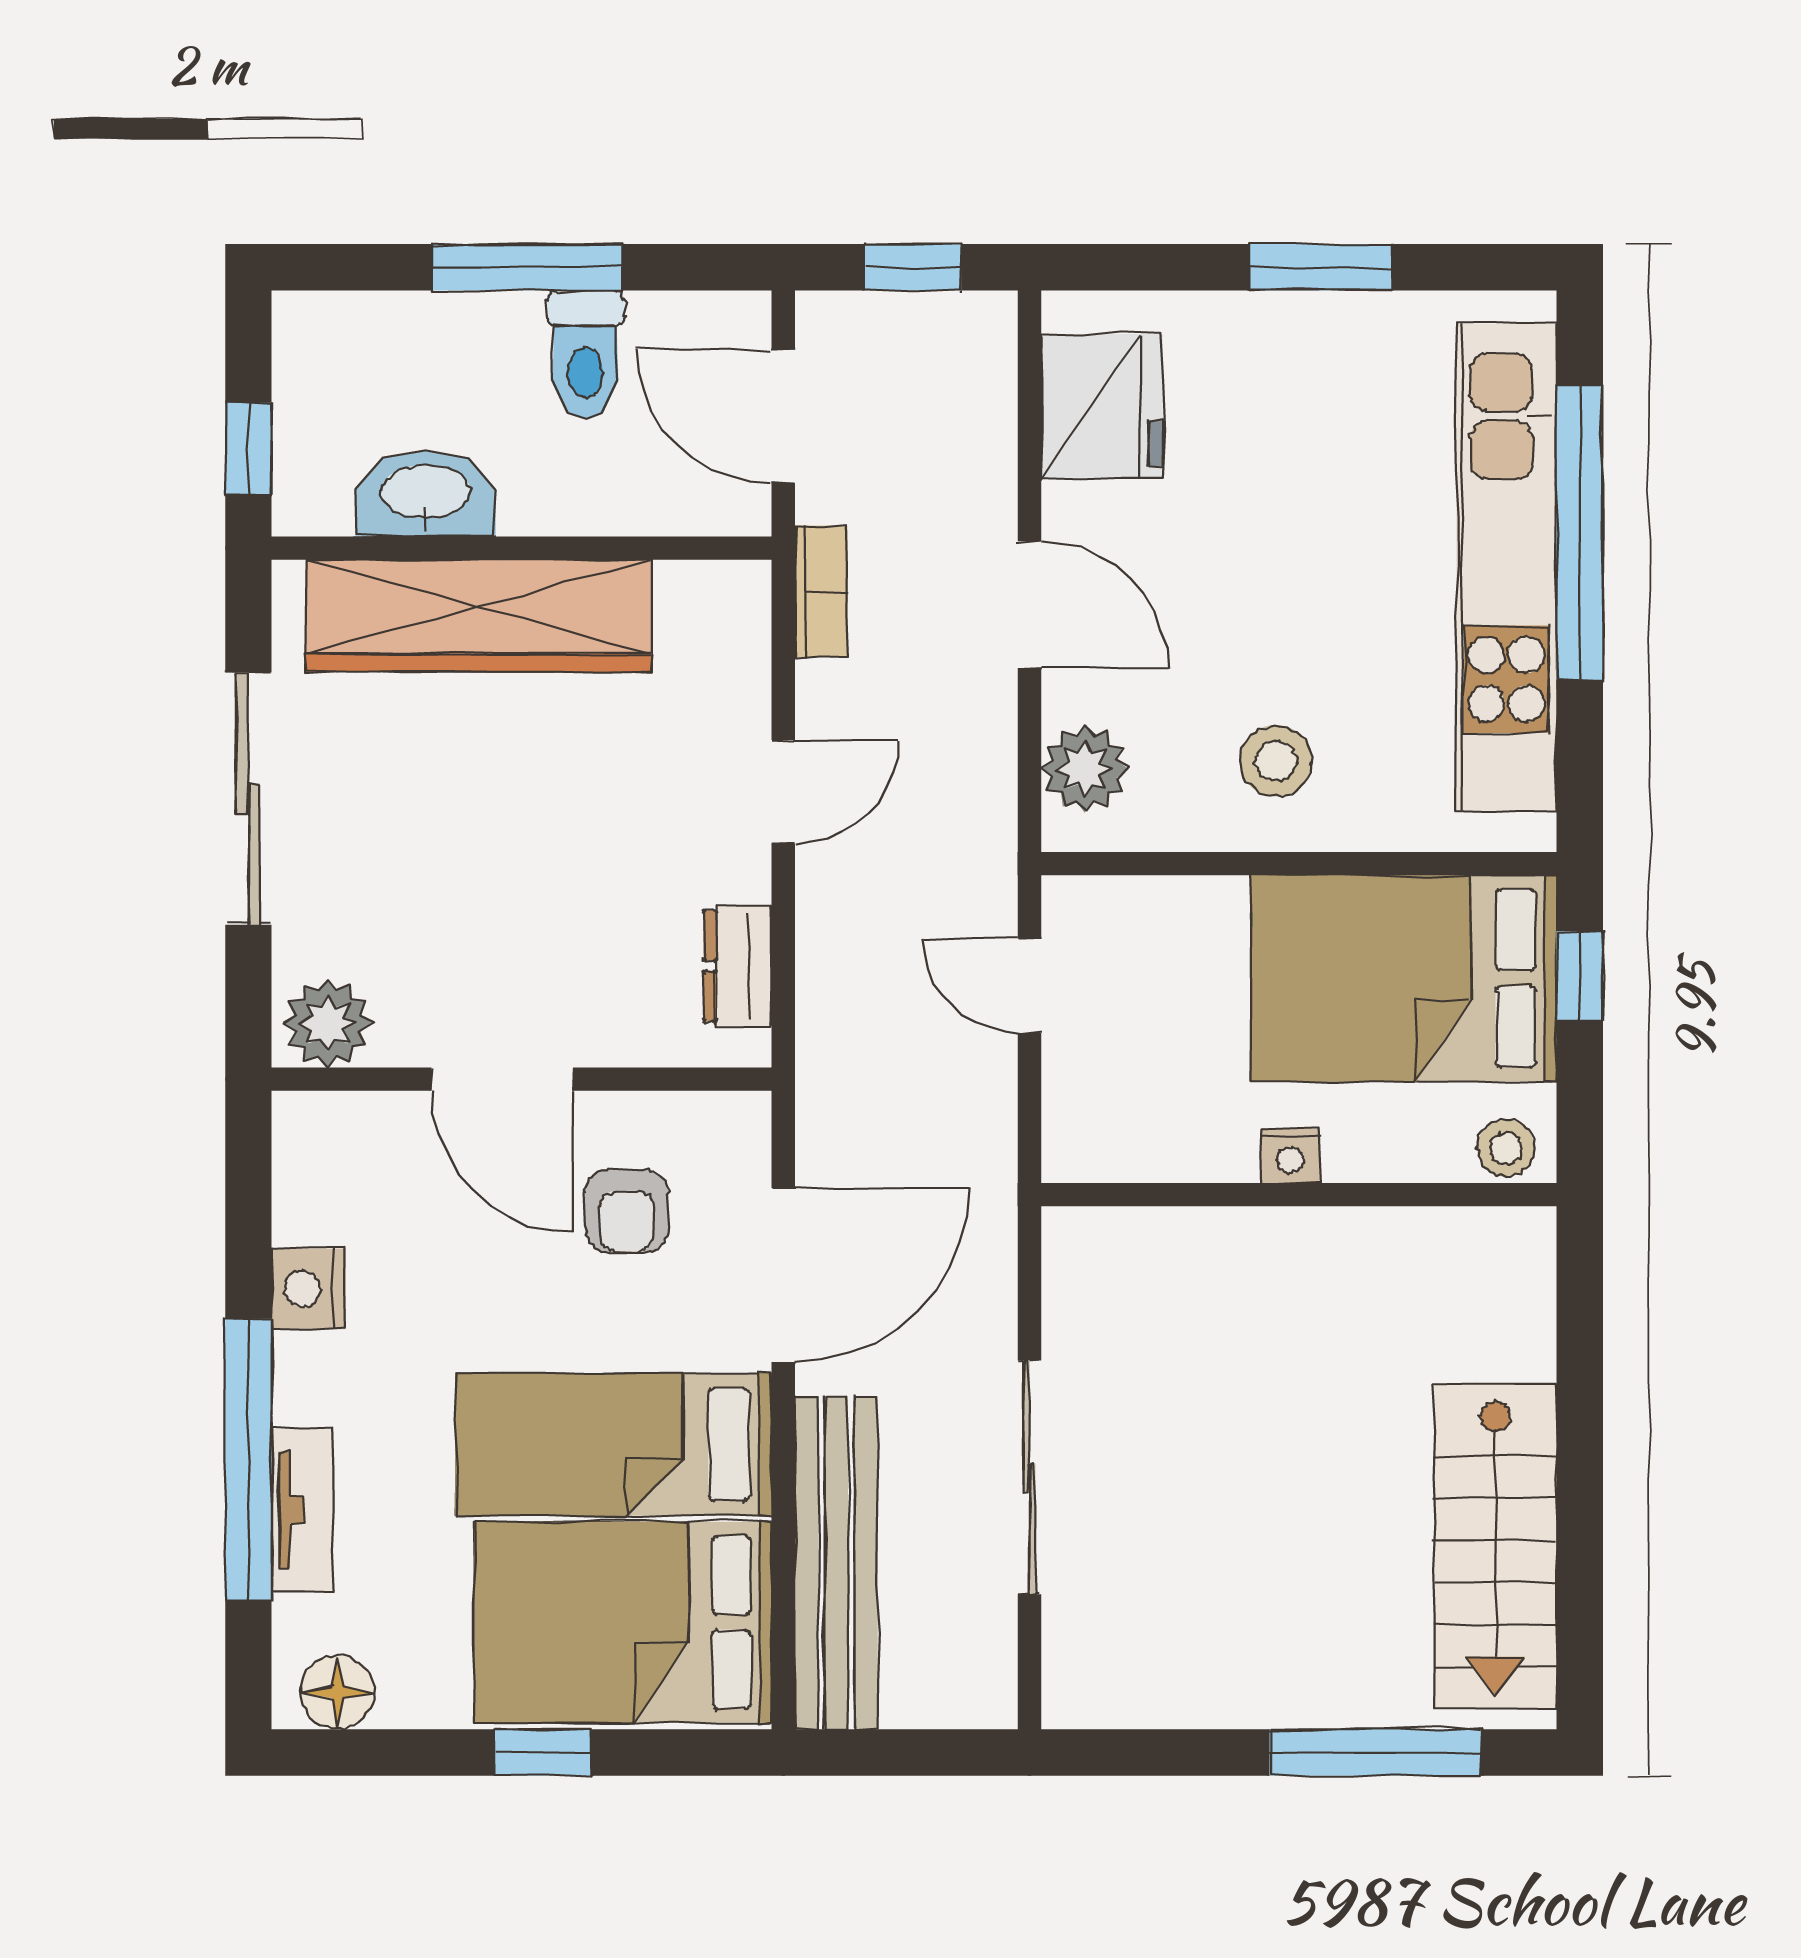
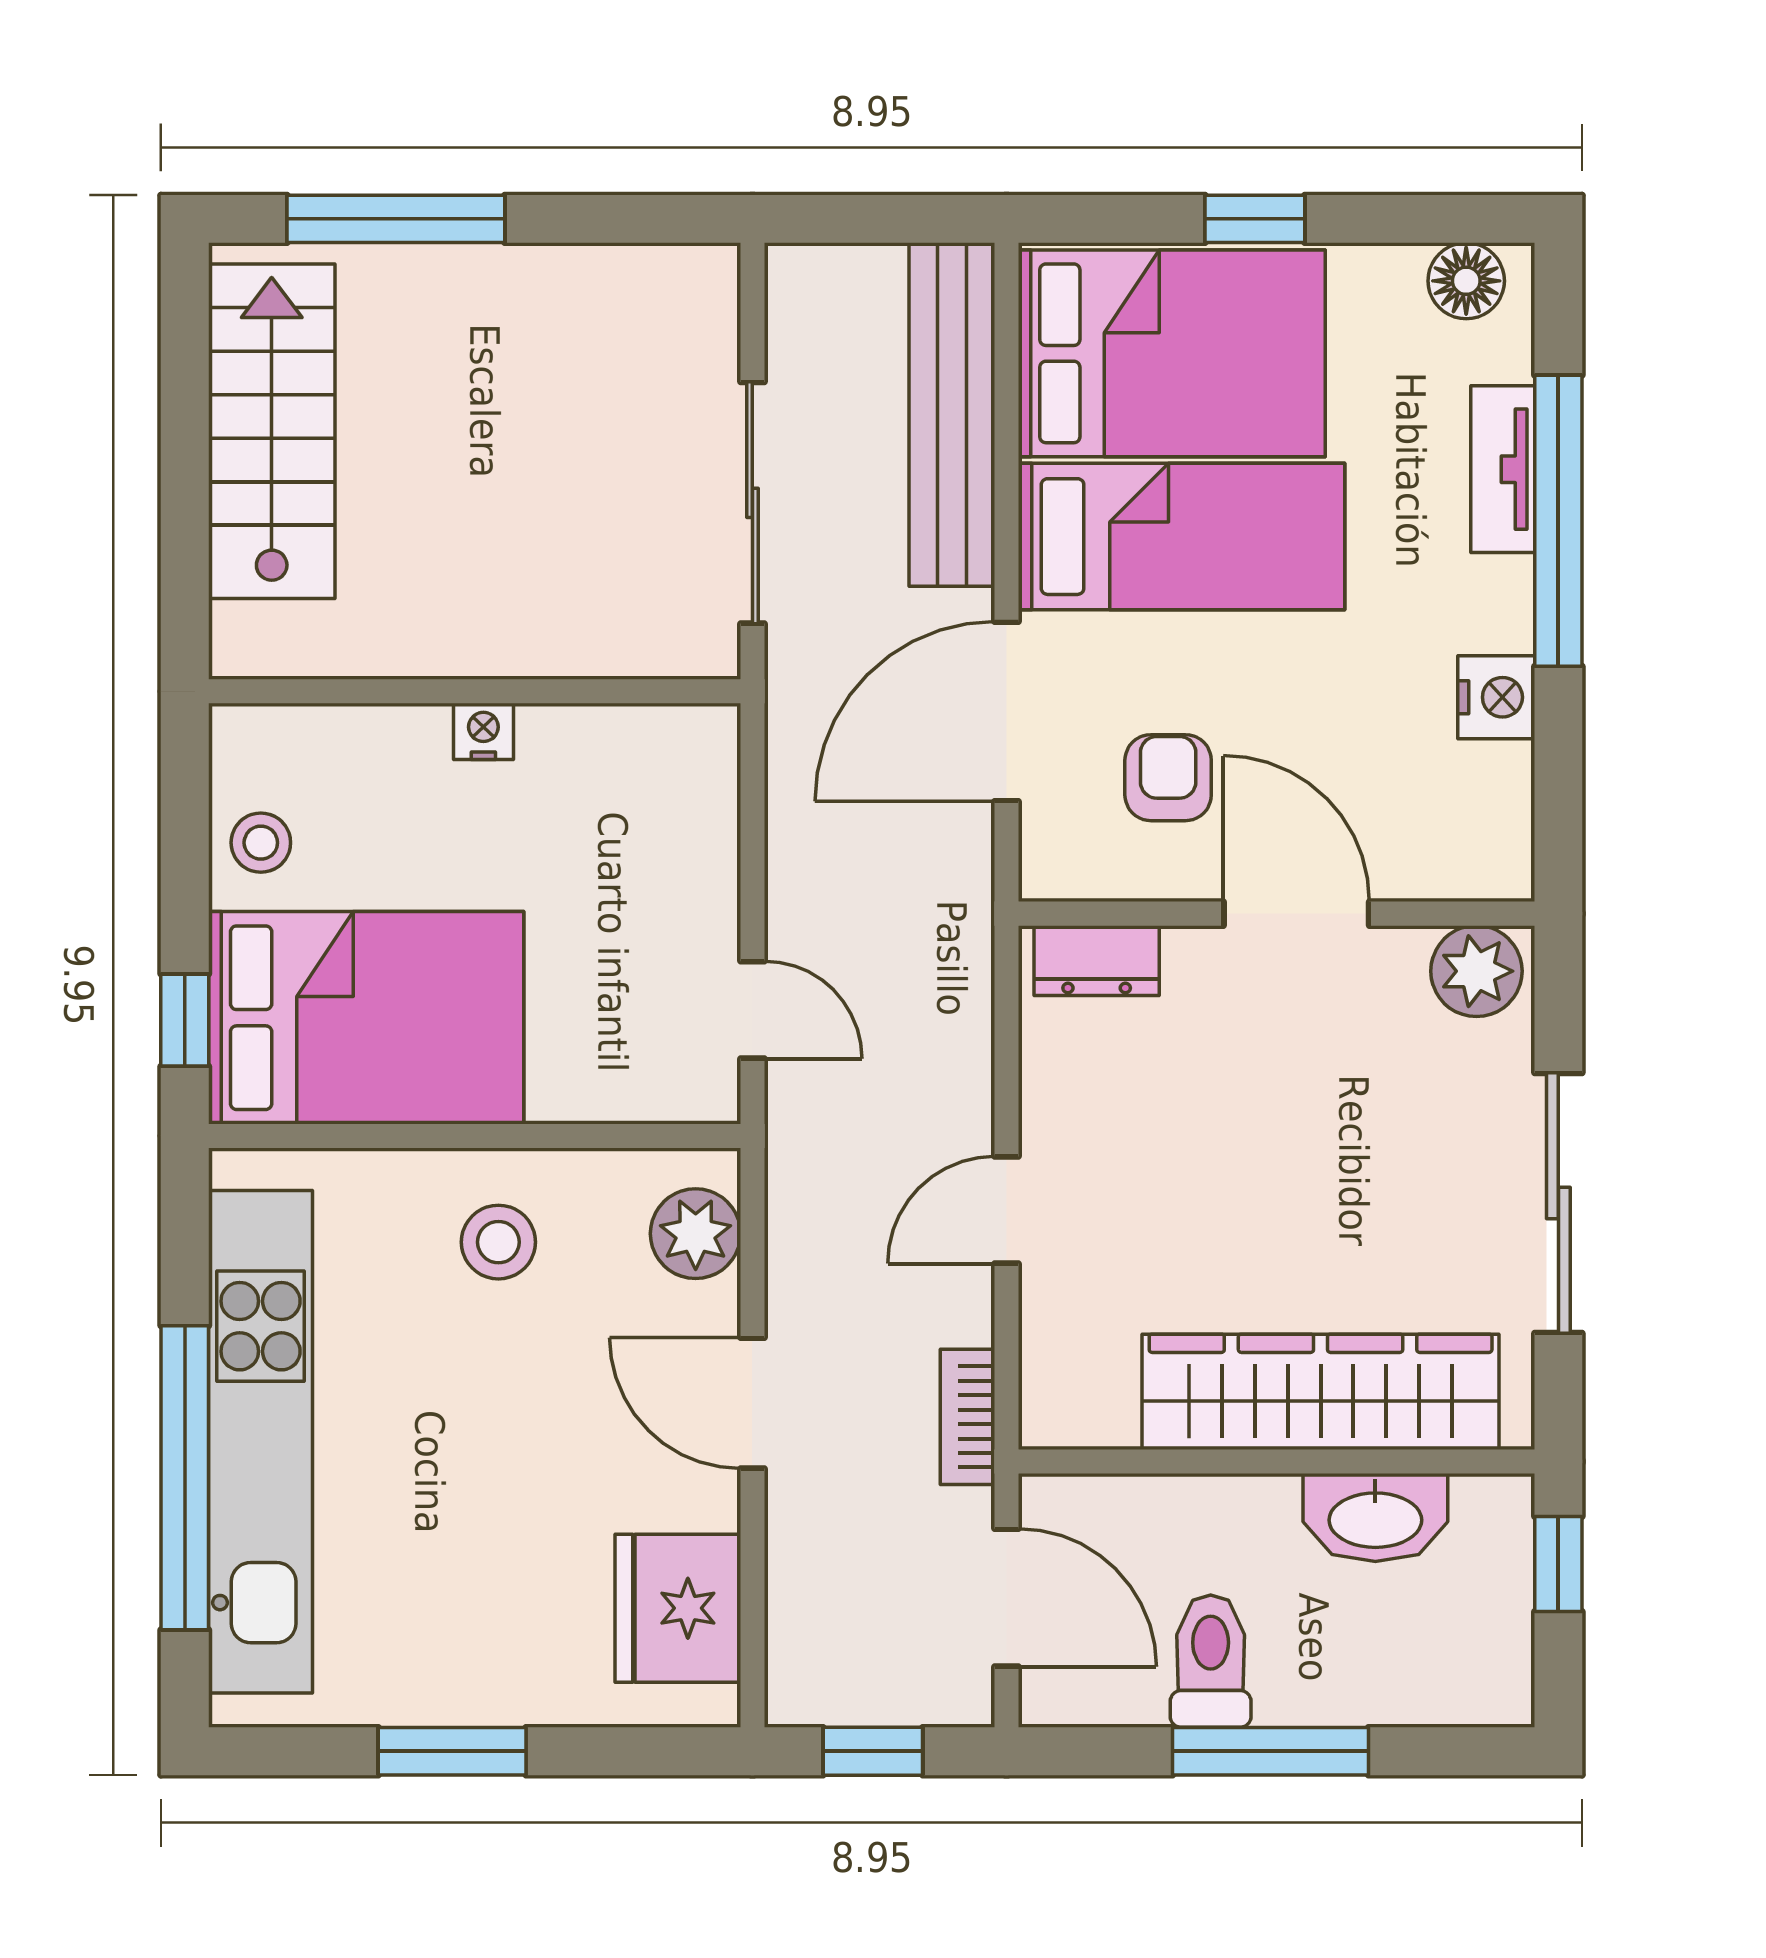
dresser: (738, 966) -> (1097, 961), moved, turned 90
nightstand: (1290, 1156) -> (483, 731), moved
wall: (1299, 1195) -> (475, 691), moved

